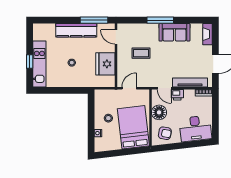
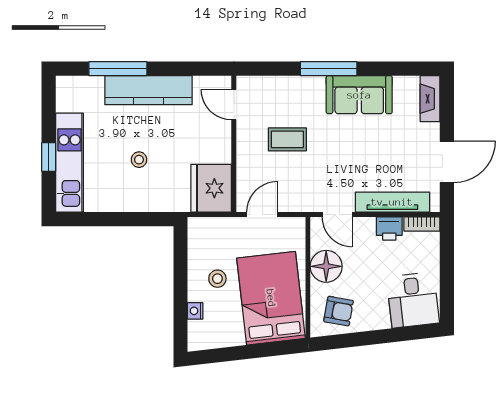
window: (94, 20) -> (118, 69), moved
fridge: (105, 64) -> (211, 188), moved
printer: (177, 95) -> (389, 228), moved
desk: (195, 129) -> (413, 300), width x0.73

